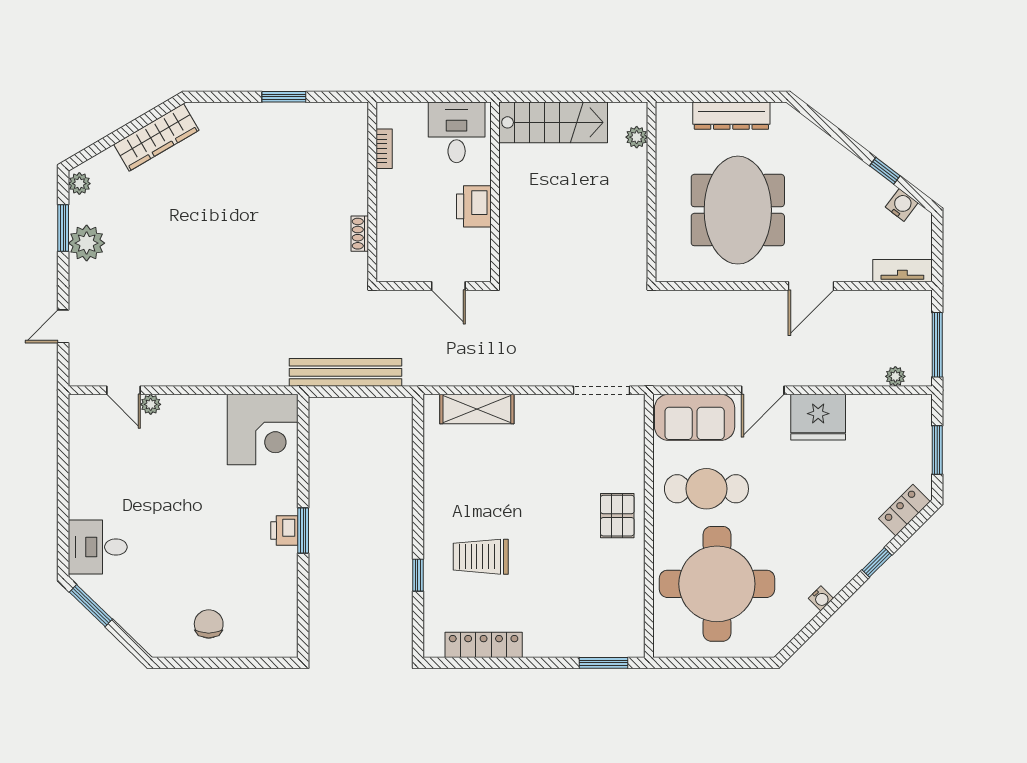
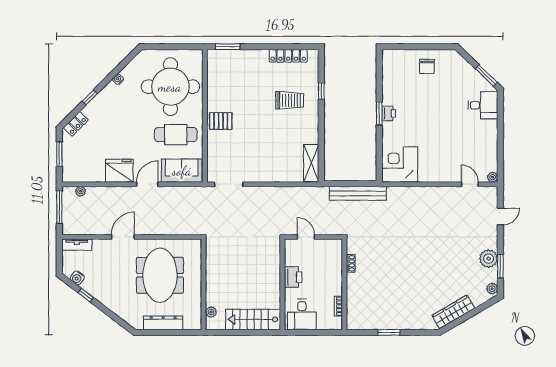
plant: (151, 404) -> (493, 177), moved
shelving: (477, 409) -> (311, 163), moved, turned 90
pallet: (617, 516) -> (221, 121), turned 90

